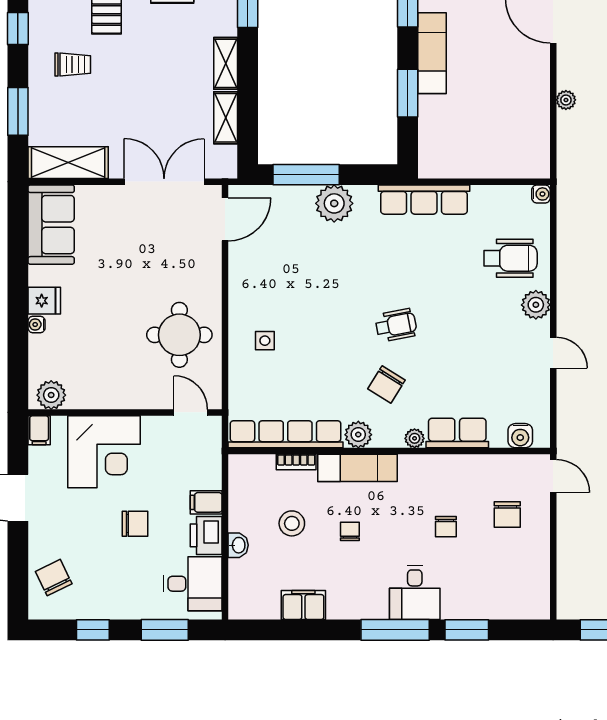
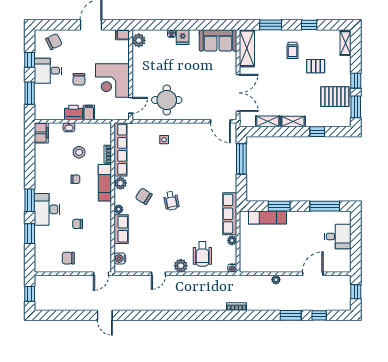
exam couch: (432, 53) -> (267, 217), moved
plant: (334, 203) -> (232, 240), moved, width x0.53, depth x0.53
corner desk: (104, 452) -> (112, 81), moved
chair: (507, 515) -> (68, 258), moved
desk: (193, 584) -> (48, 71), moved, turned 90
desk: (415, 593) -> (47, 209), width x1.37
filing cabinet: (303, 605) -> (41, 133), moved
window: (395, 630) -> (30, 200), width x0.69

